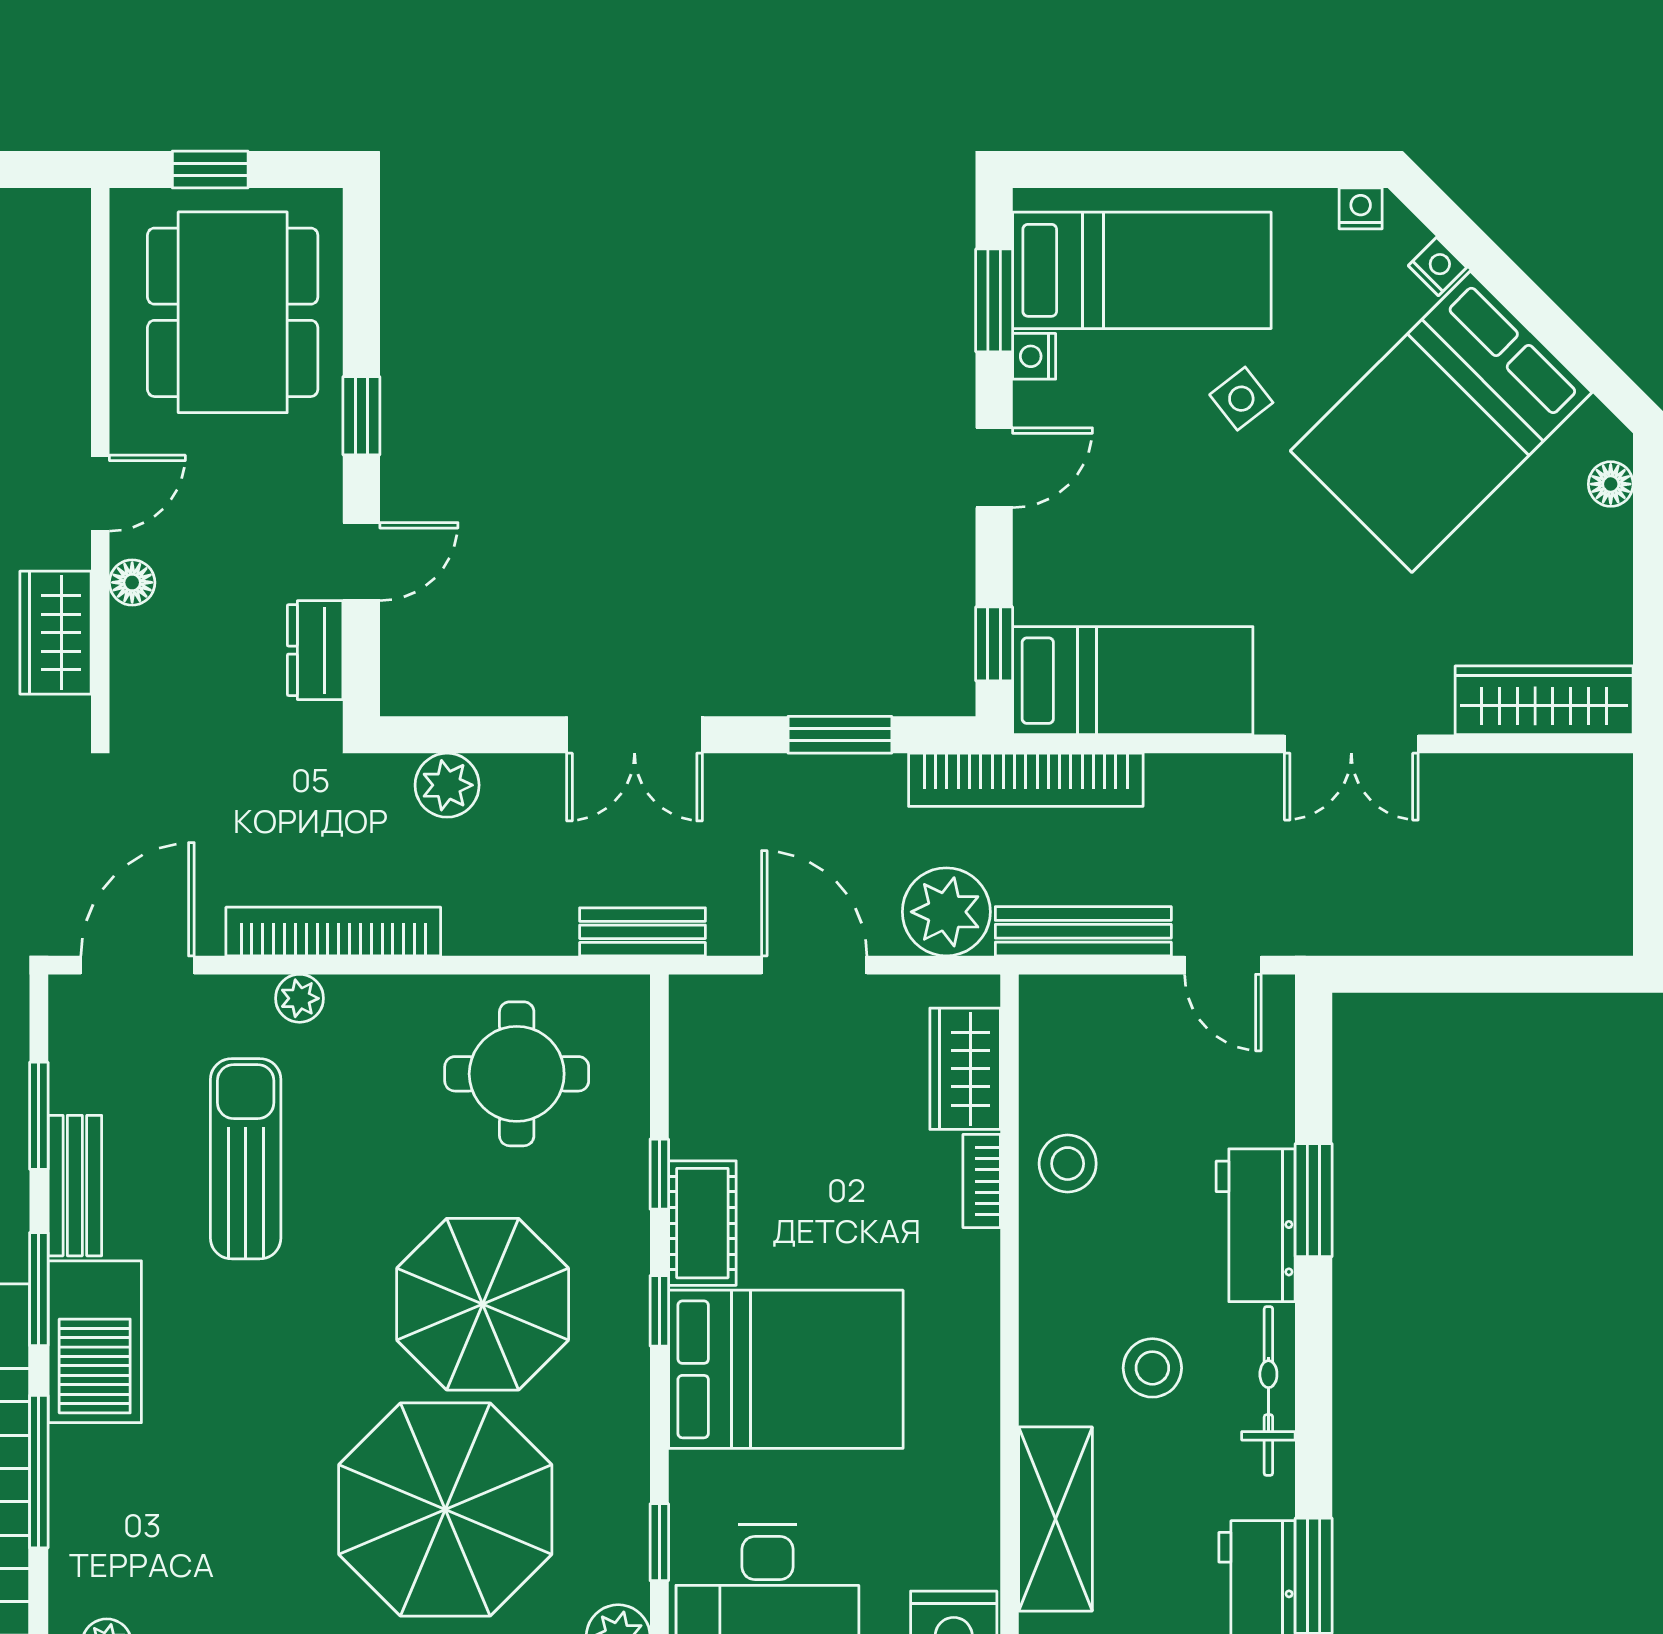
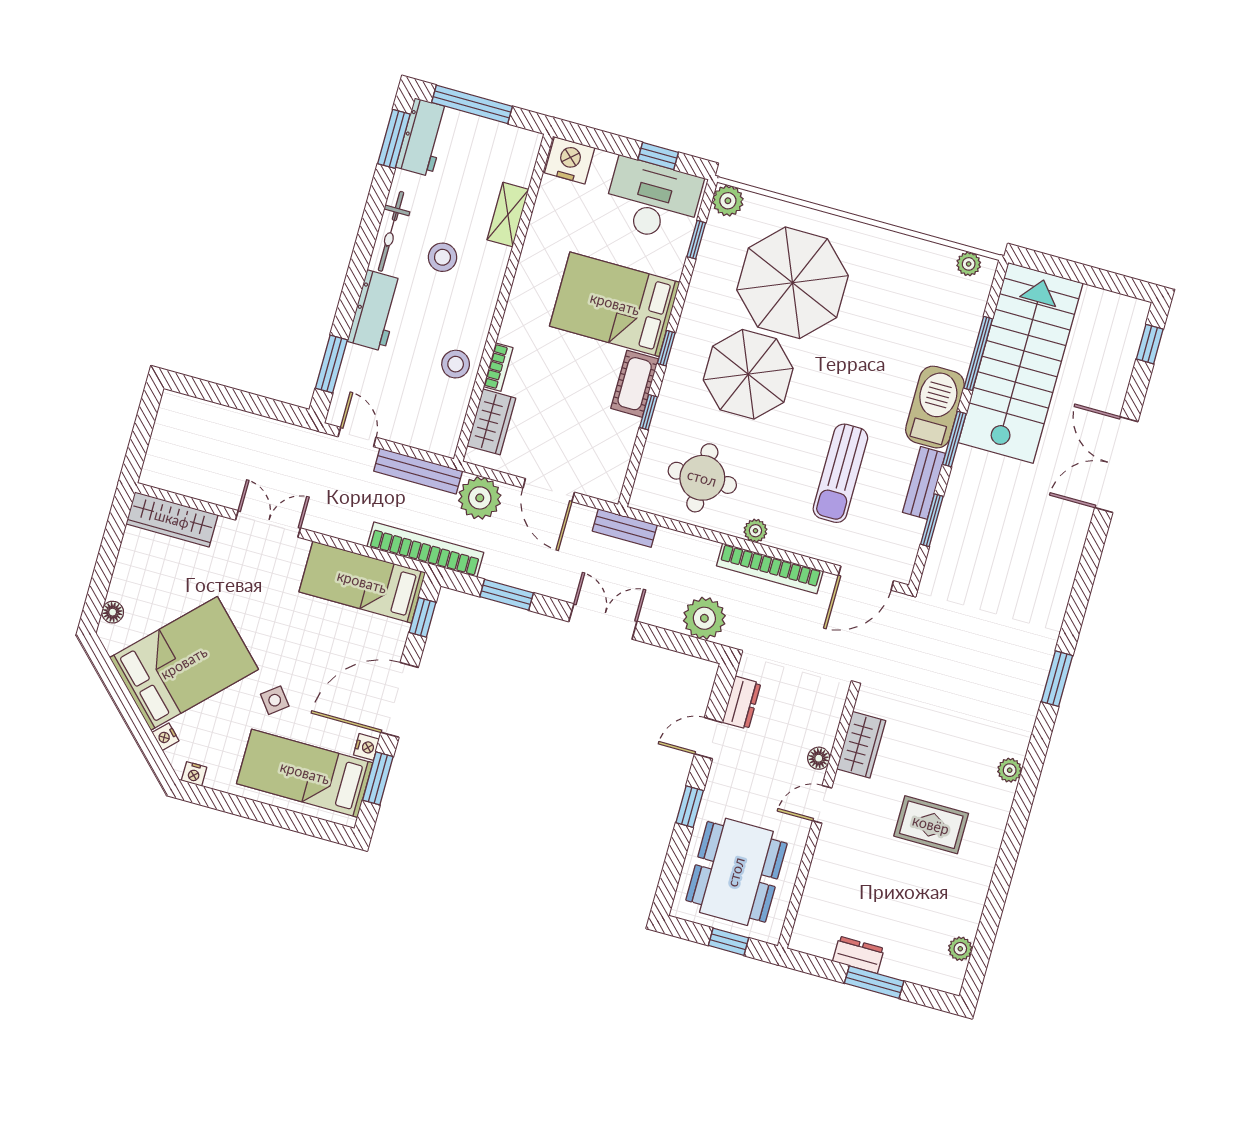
door: (994, 468) -> (400, 700), width x1.88
plant: (447, 785) -> (704, 618), width x1.36, depth x1.36
plant: (300, 998) -> (755, 531), moved
window: (1314, 1200) -> (331, 364), moved
shelving: (1056, 1519) -> (508, 215), width x0.67, depth x0.75

